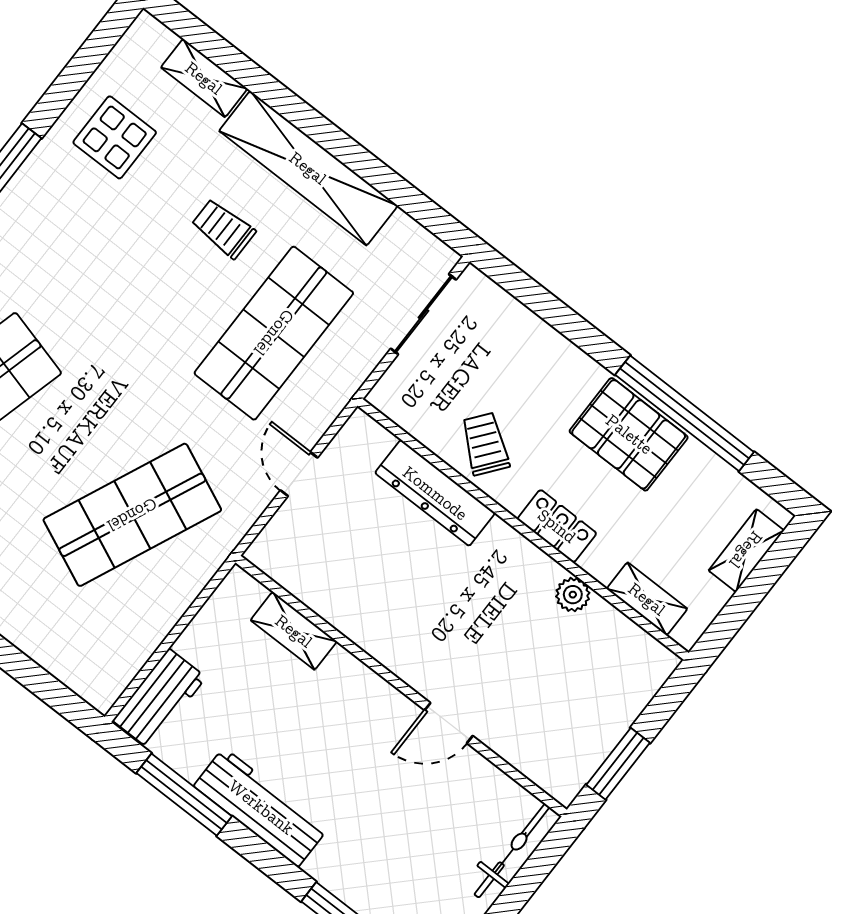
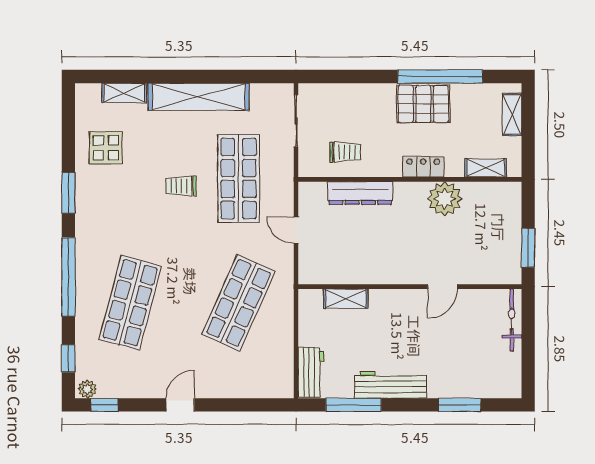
trolley: (223, 229) -> (181, 186), moved
trolley: (485, 444) -> (345, 152), moved, turned 142
plant: (573, 595) -> (445, 199), width x1.88, depth x1.88

